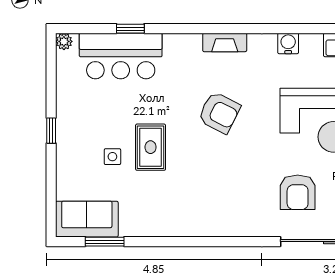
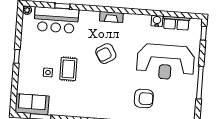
water cooler: (288, 43) -> (157, 21), moved
armchair: (219, 113) -> (106, 54), turned 122
armchair: (298, 192) -> (144, 99), turned -90

